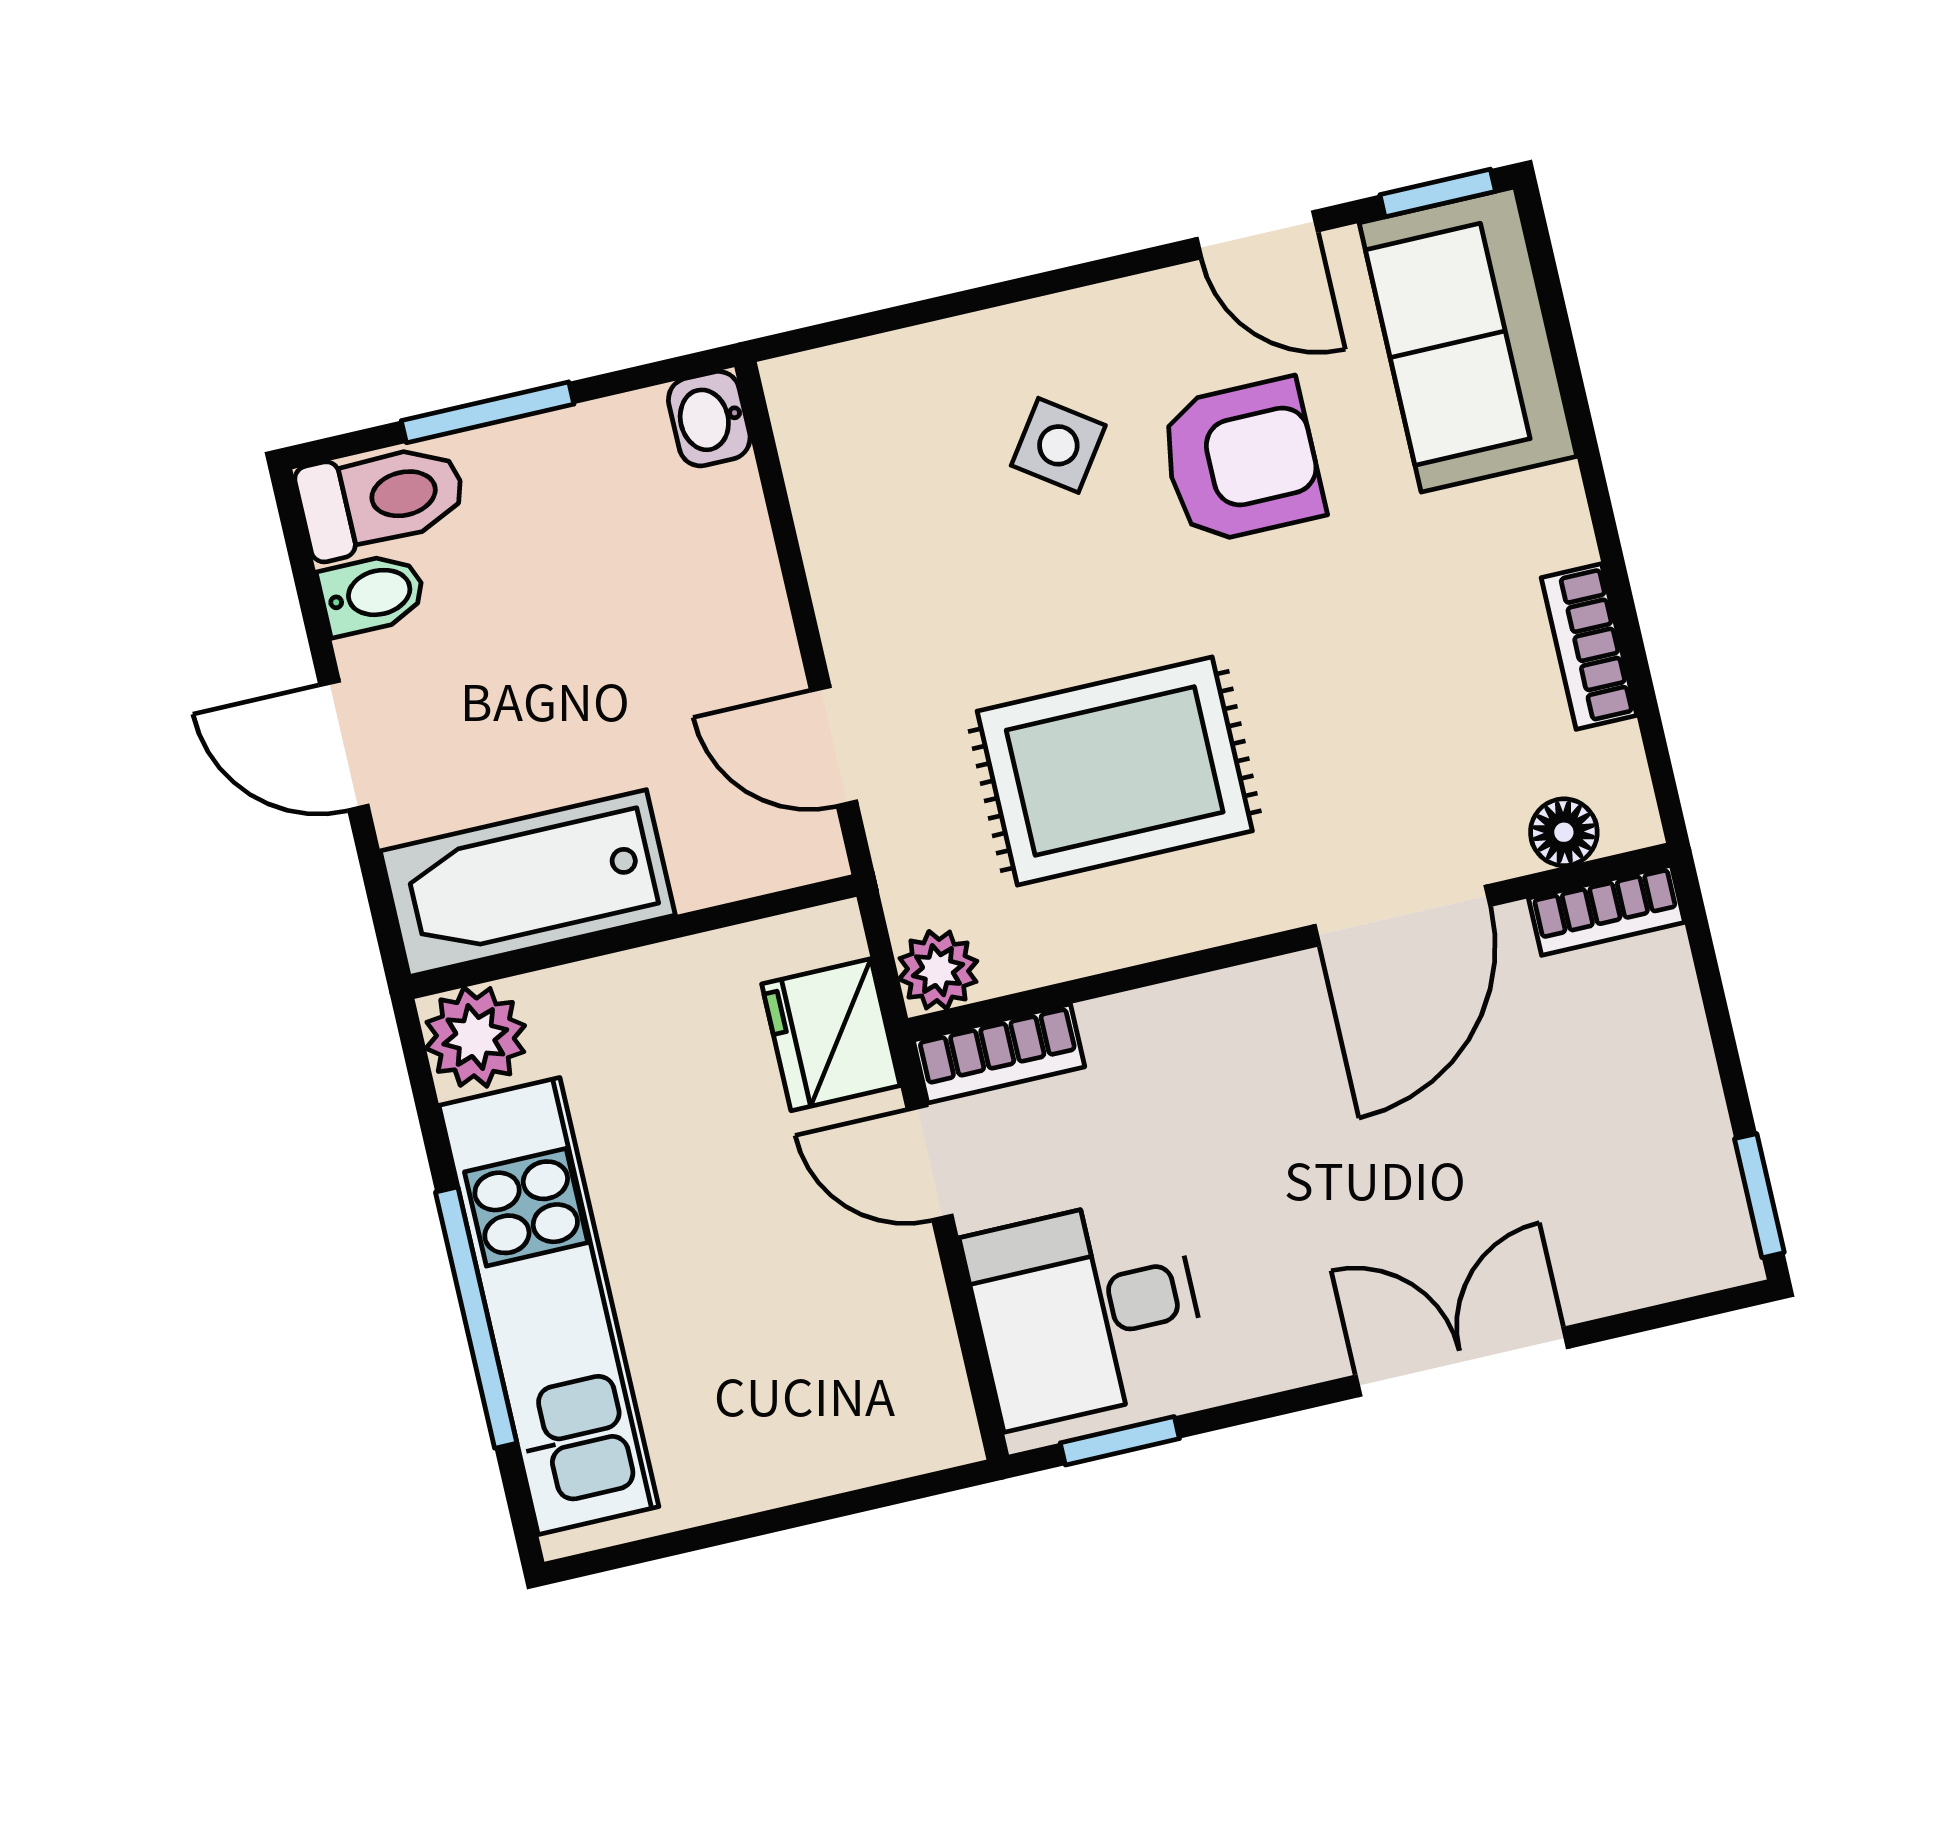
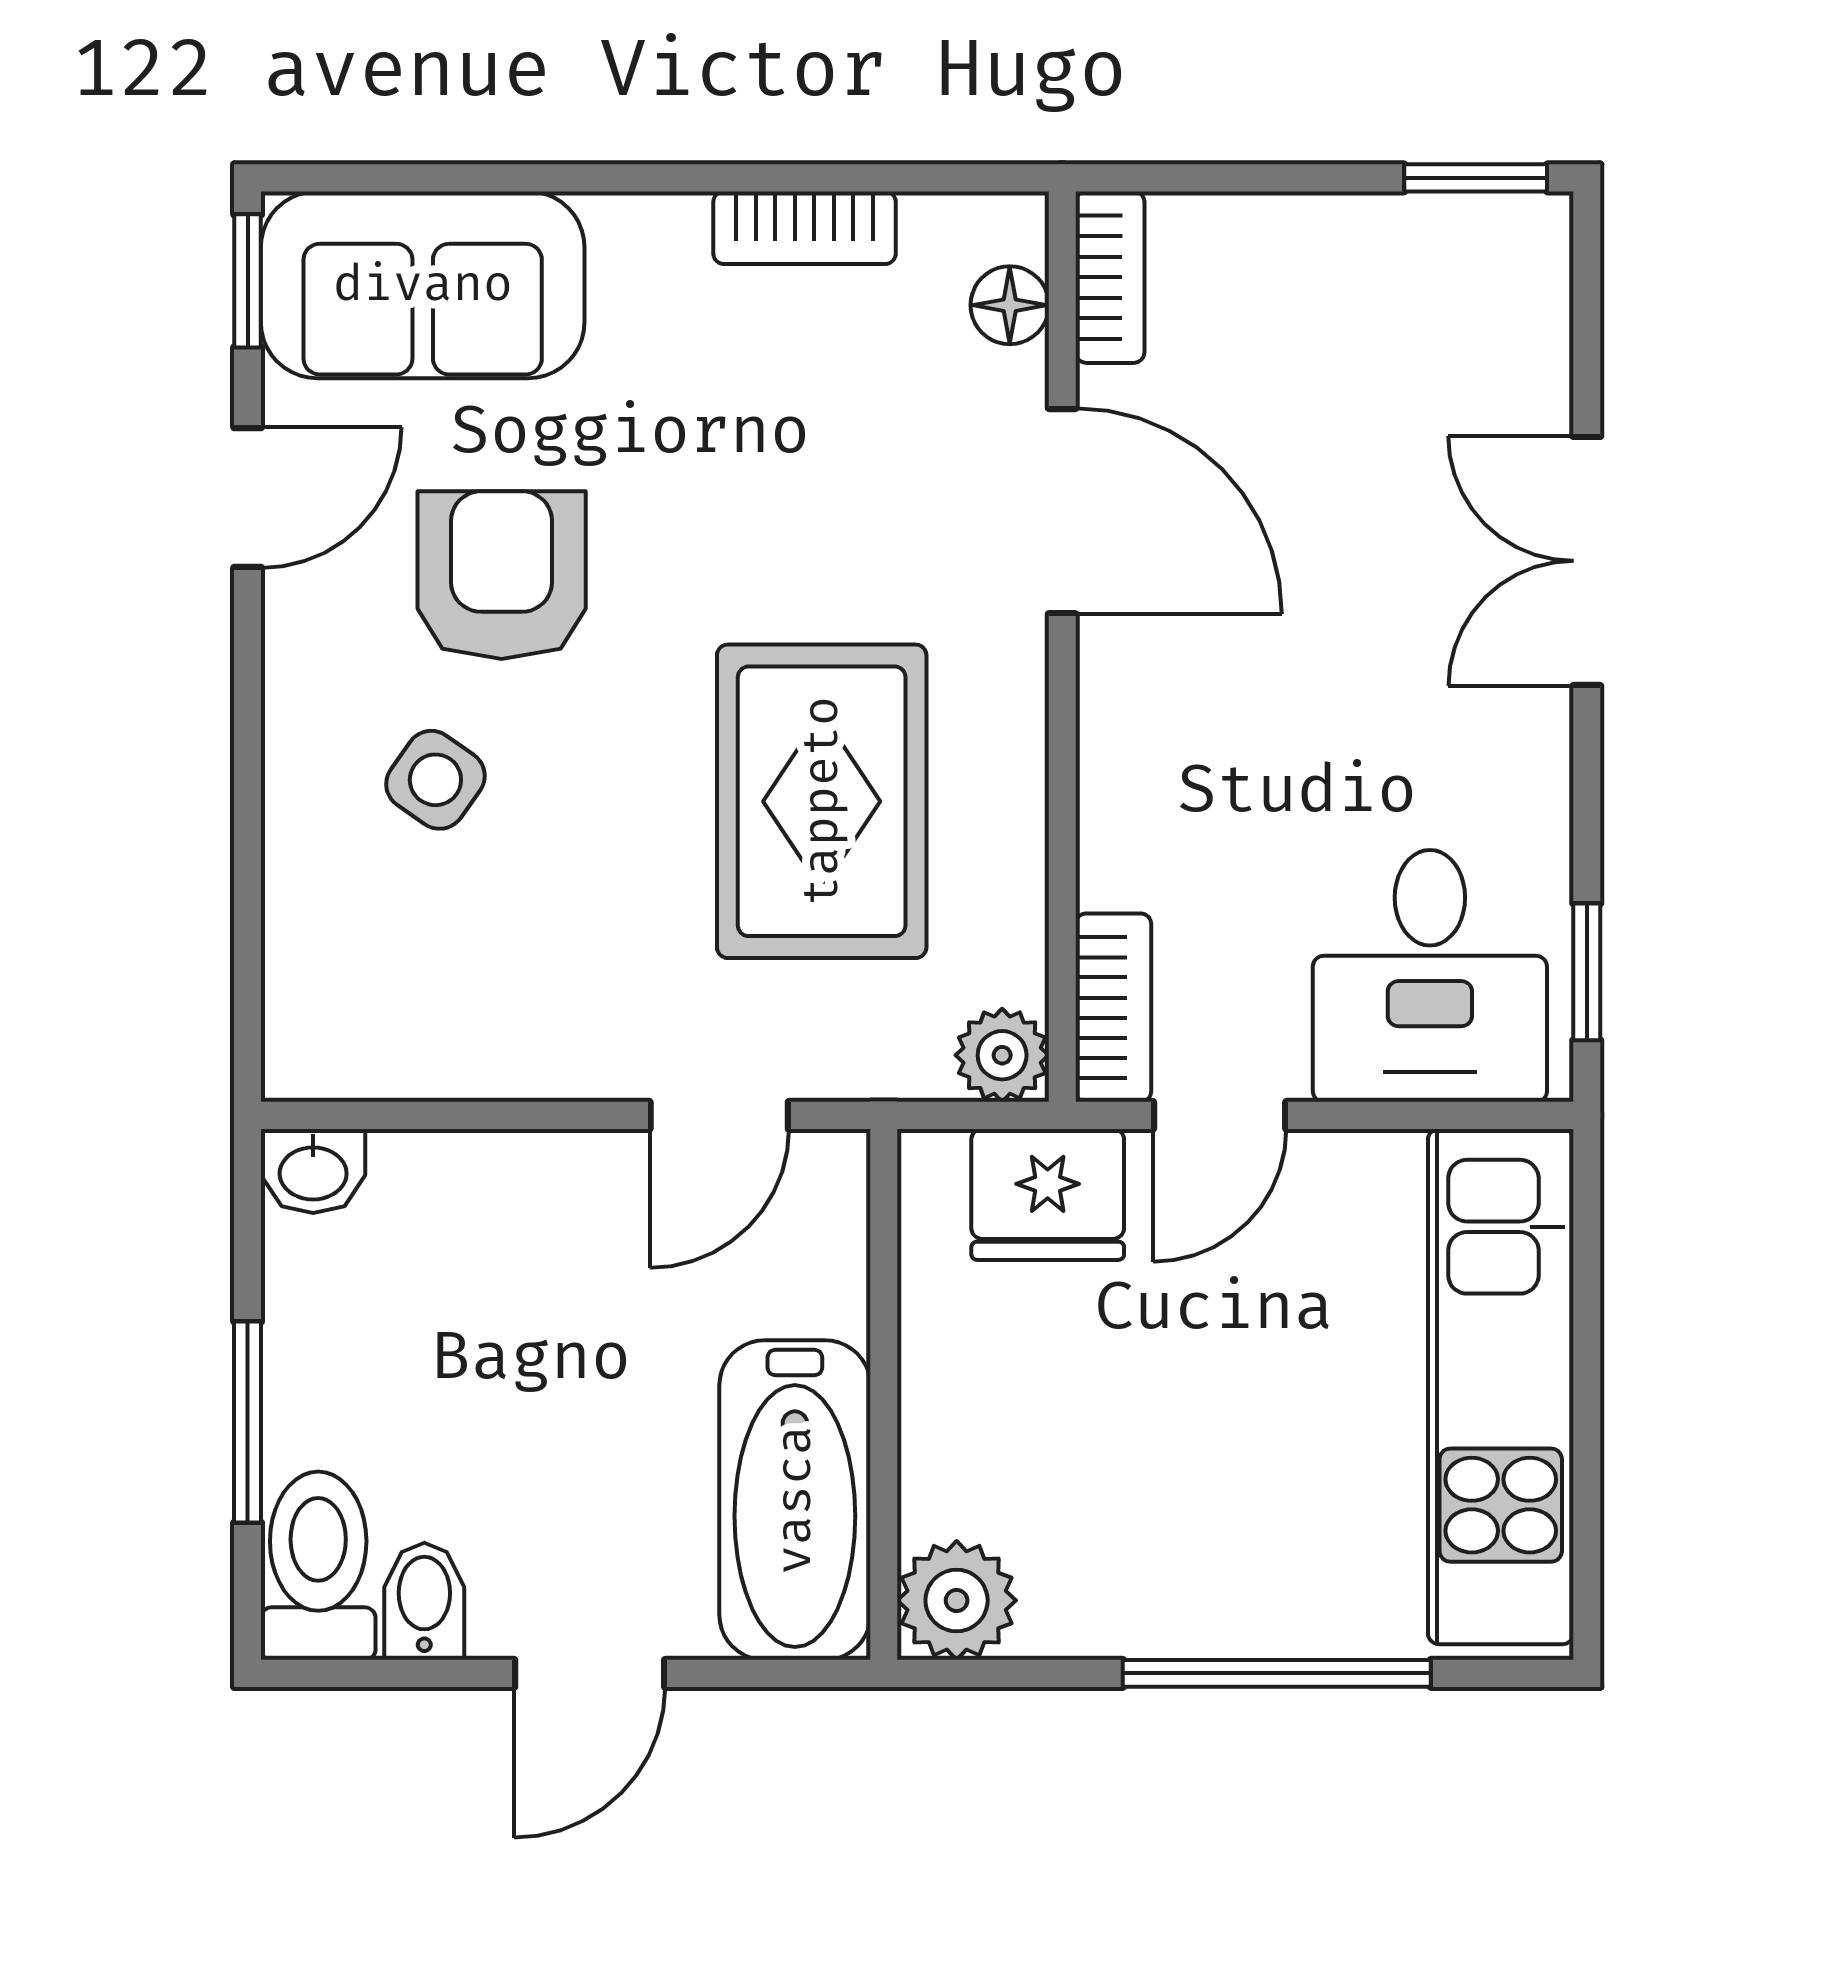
kitchen unit: (549, 1306) -> (1501, 1387), moved, turned -90

